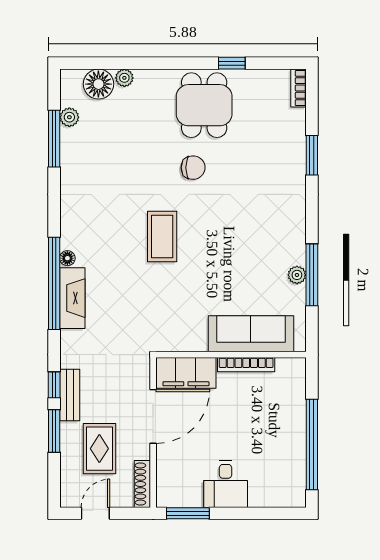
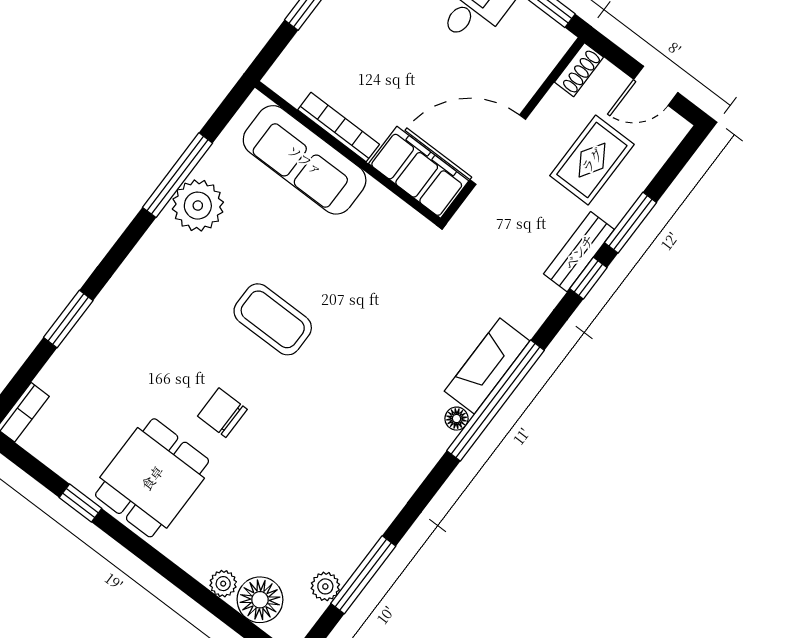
coffee table: (162, 237) -> (273, 319), moved, turned 90
plant: (297, 275) -> (198, 206), width x1.87, depth x1.87
shoe rack: (142, 484) -> (579, 70), width x0.70

